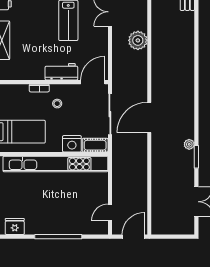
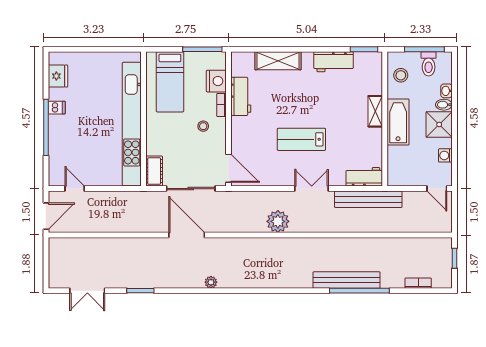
workbench: (61, 72) -> (241, 96), moved
nightstand: (72, 144) -> (216, 81), moved, turned 180
plant: (189, 144) -> (211, 282), moved
dishwasher: (41, 228) -> (57, 108), added
door: (133, 237) -> (46, 216), hinge flipped

